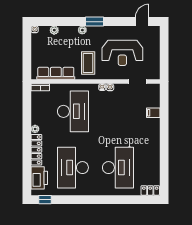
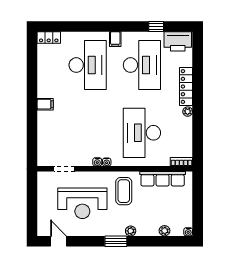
door: (142, 22) -> (58, 241), swing flipped
reception desk: (122, 53) -> (82, 203), turned 180
filing cabinet: (153, 113) -> (45, 104), moved
desk: (118, 168) -> (88, 65), turned 180
printer: (39, 178) -> (178, 41), moved, turned -90
filing cabinet: (95, 189) -> (115, 39), added
window: (45, 200) -> (156, 26), moved

